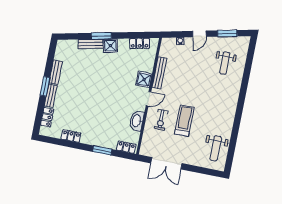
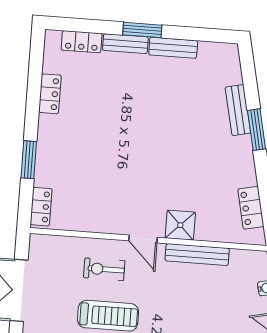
shower: (110, 46) -> (239, 150), removed
washbasin: (137, 121) -> (97, 221), removed

